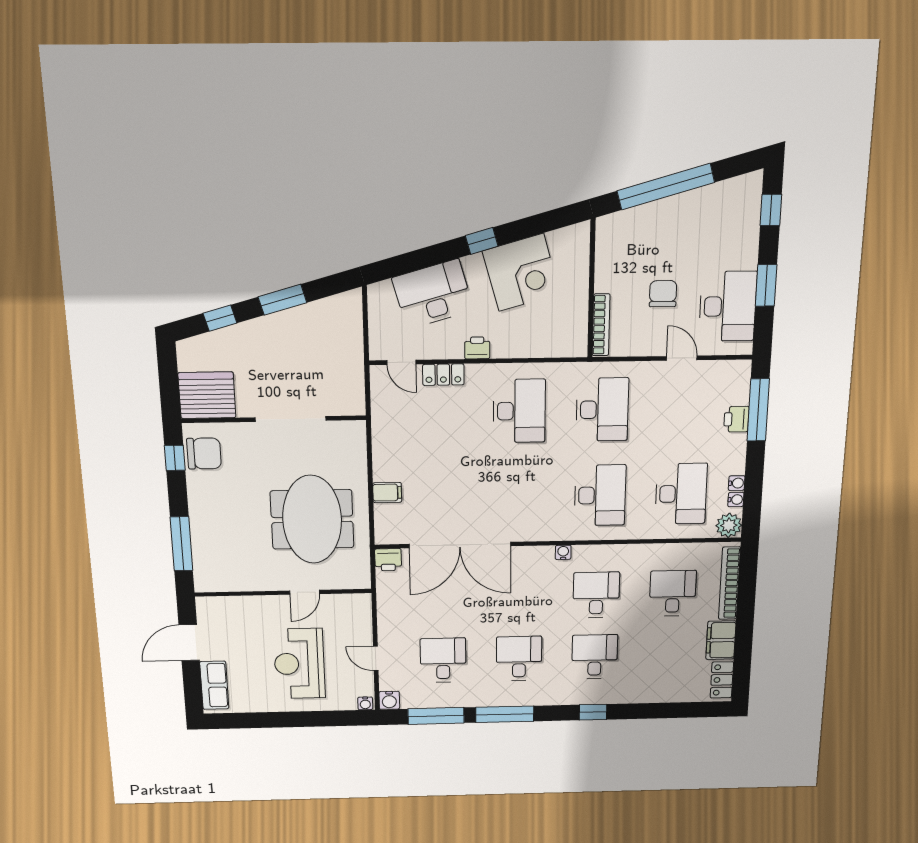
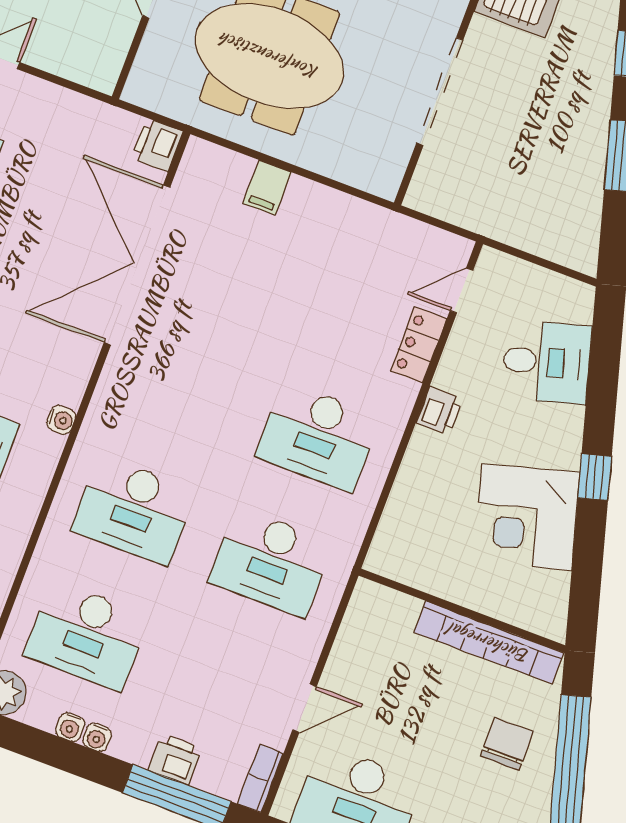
desk: (433, 294) -> (546, 362), width x0.73
chair: (663, 294) -> (507, 744), moved, turned -90
bookcase: (601, 325) -> (489, 643), moved, width x1.48, depth x1.31
bookcase: (732, 367) -> (260, 778), added
water cooler: (736, 500) -> (97, 737), moved

